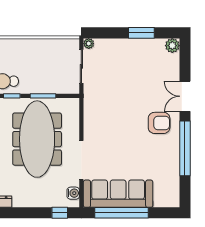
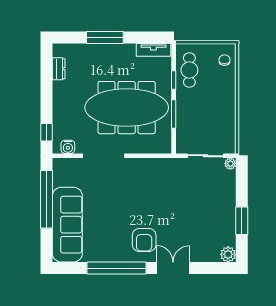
sofa: (118, 194) -> (67, 225), moved

